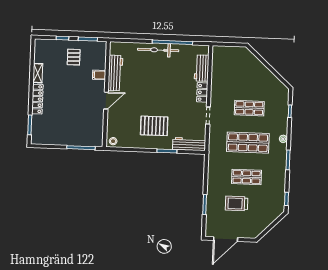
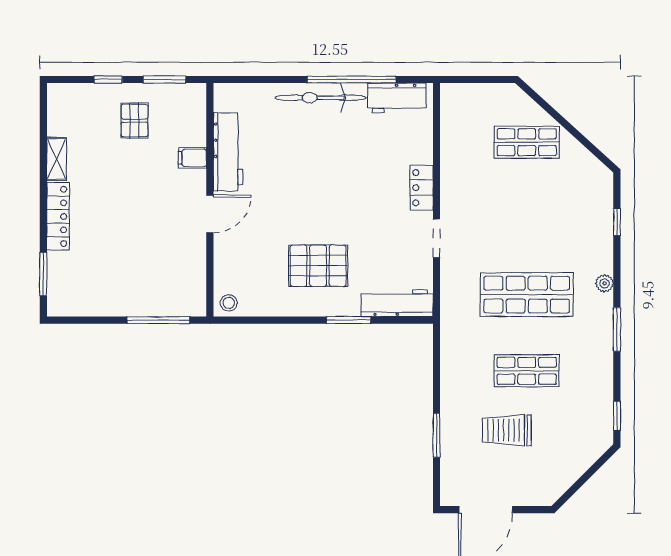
workbench: (202, 68) -> (397, 98), moved, turned -90
shop shelf: (249, 108) -> (527, 142), moved

